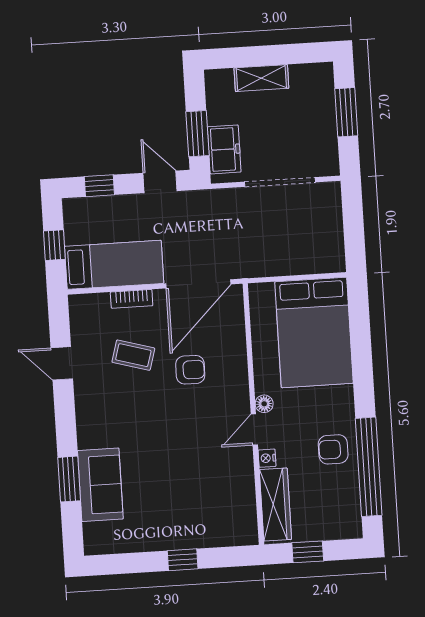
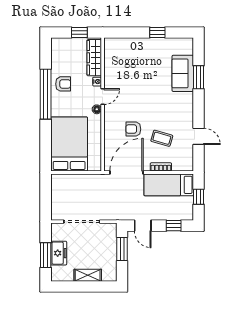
freezer: (224, 149) -> (59, 253), moved, turned 180
window: (369, 467) -> (46, 94), moved
window: (183, 560) -> (157, 33), moved

